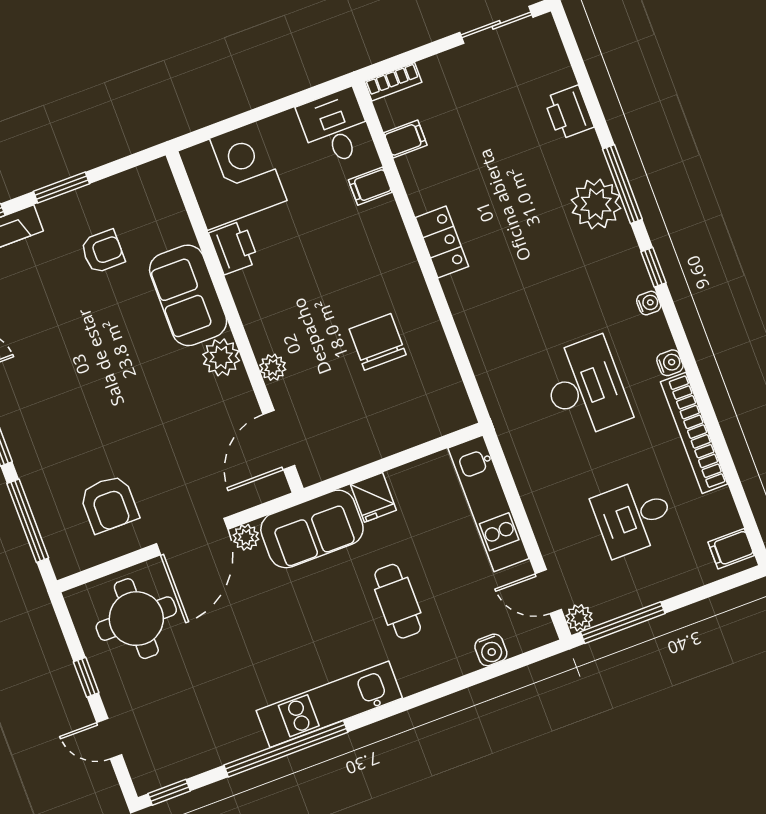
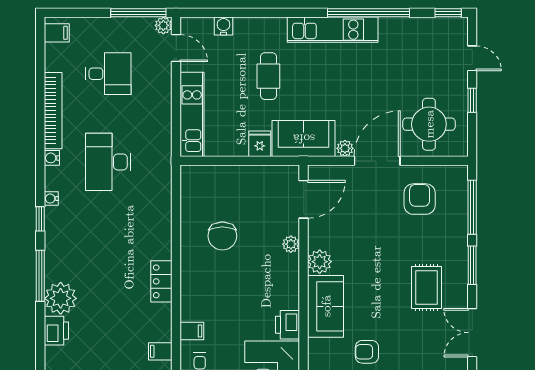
plant: (596, 204) -> (61, 298), moved
rug: (51, 378) -> (426, 287), added

